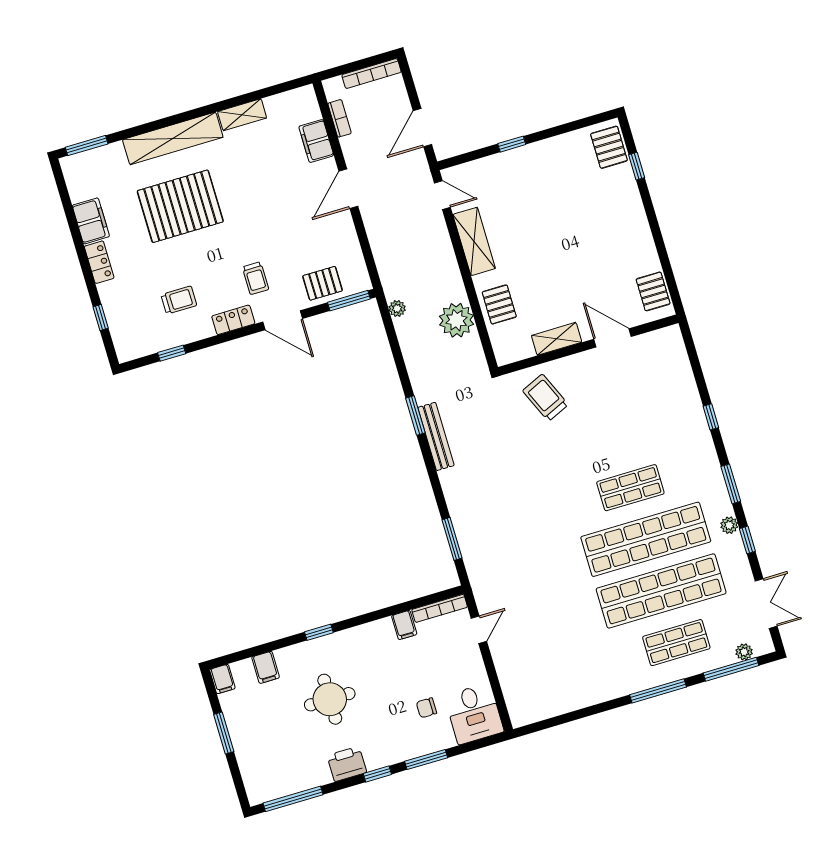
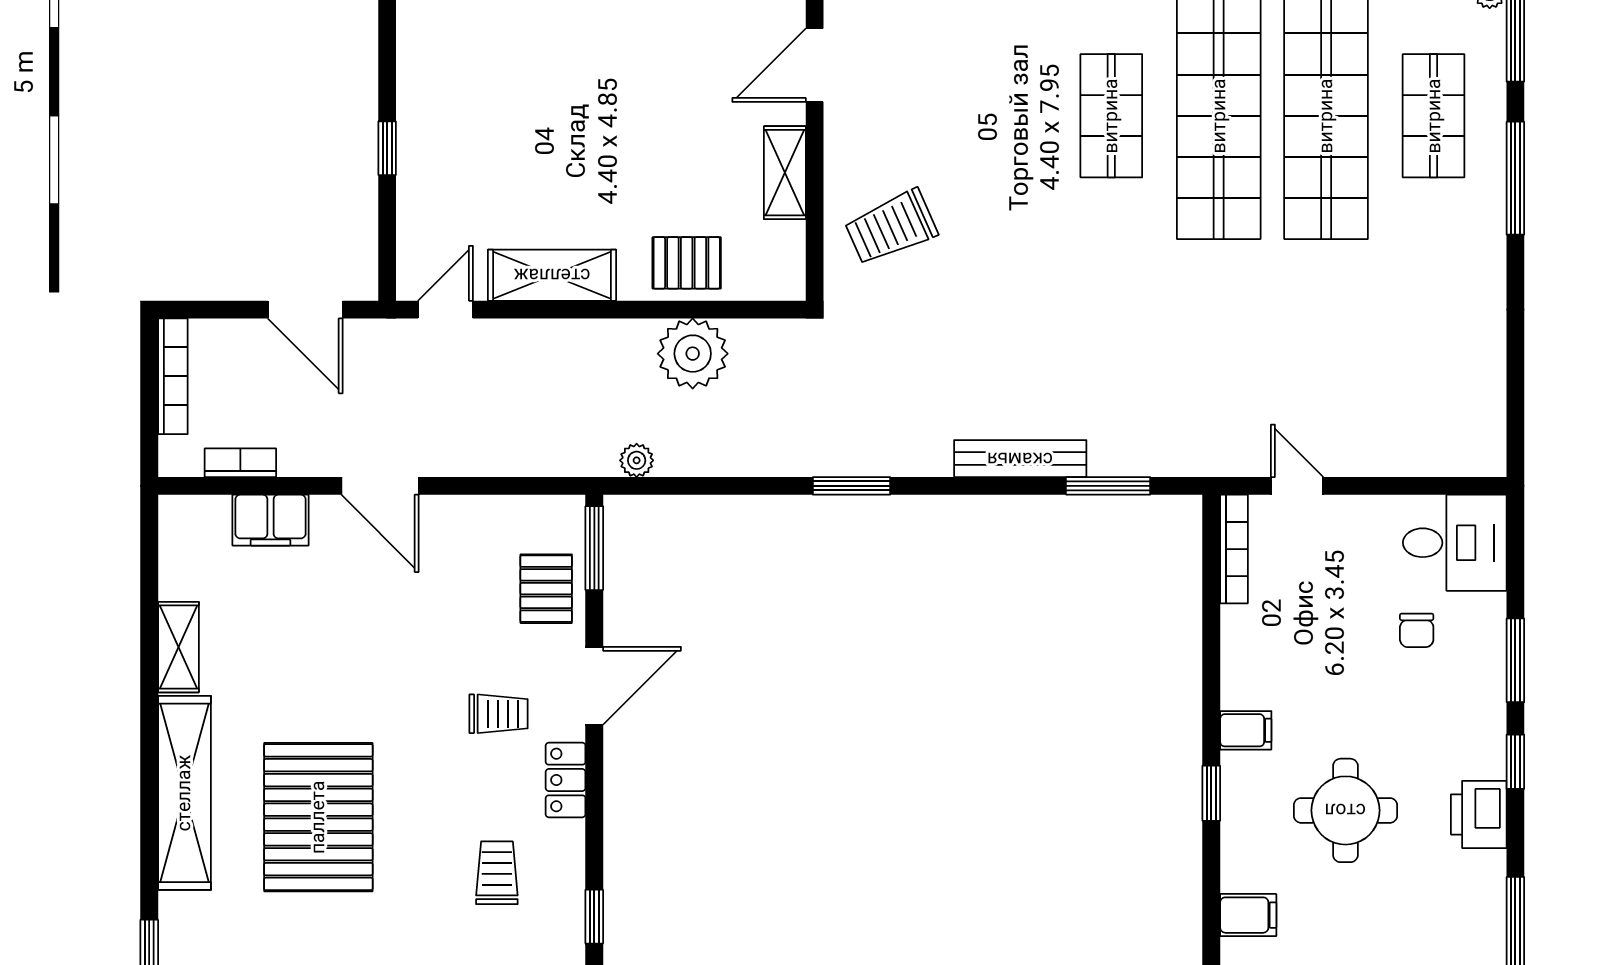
bench: (436, 436) -> (1020, 459), moved
filing cabinet: (404, 625) -> (1246, 730), moved

